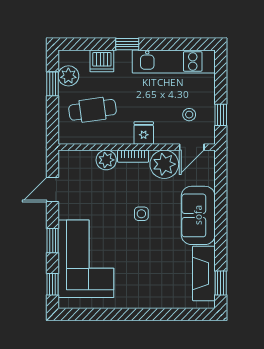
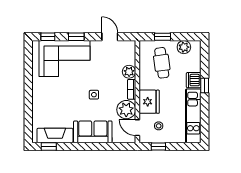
dishwasher: (102, 61) -> (194, 80), moved
window: (53, 84) -> (163, 37), moved
fridge: (144, 133) -> (149, 102), width x1.88, depth x1.34

